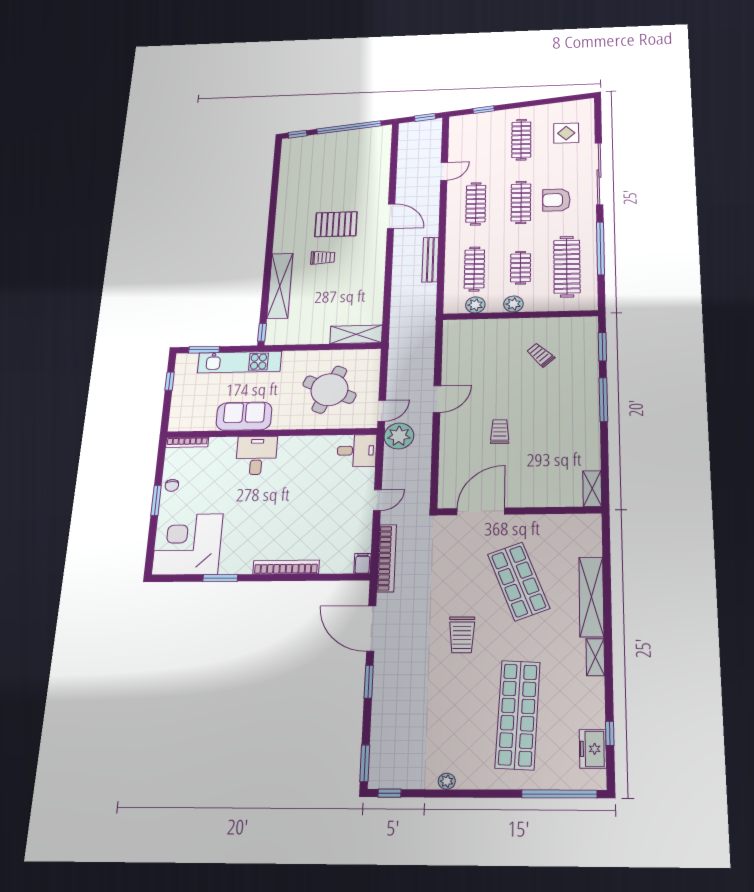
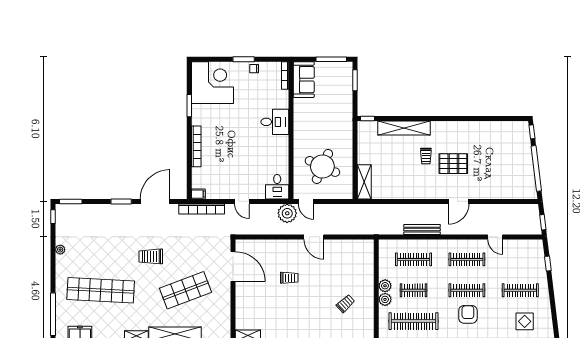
pallet: (336, 224) -> (453, 164), turned 90
plant: (475, 305) -> (385, 299), moved
kitchen unit: (240, 362) -> (345, 105), removed
window: (170, 381) -> (331, 59), width x2.17
sofa: (244, 416) -> (304, 80), moved

